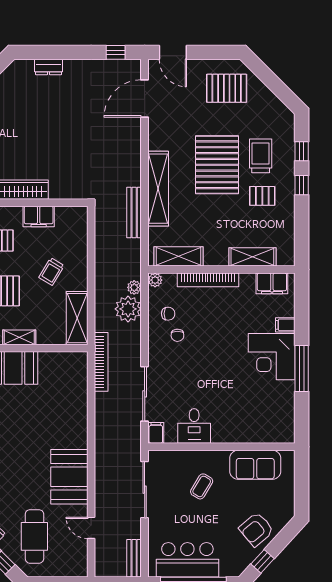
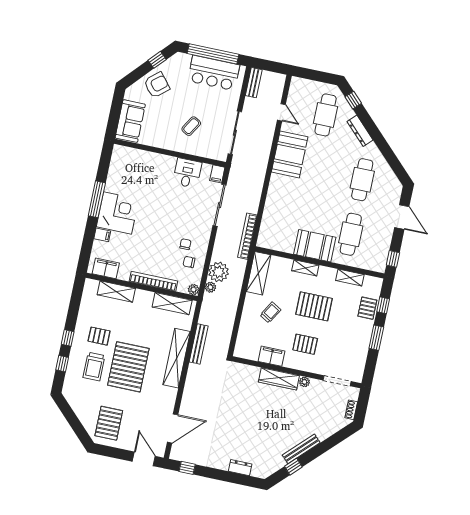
pallet: (227, 88) -> (109, 423), turned 90
sofa: (255, 465) -> (130, 121), moved, turned 90

